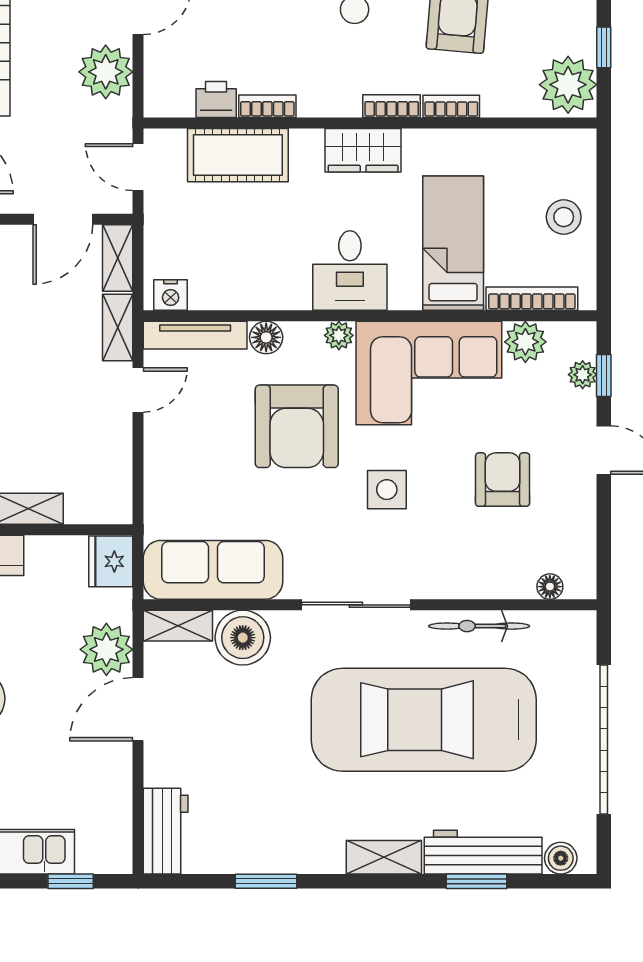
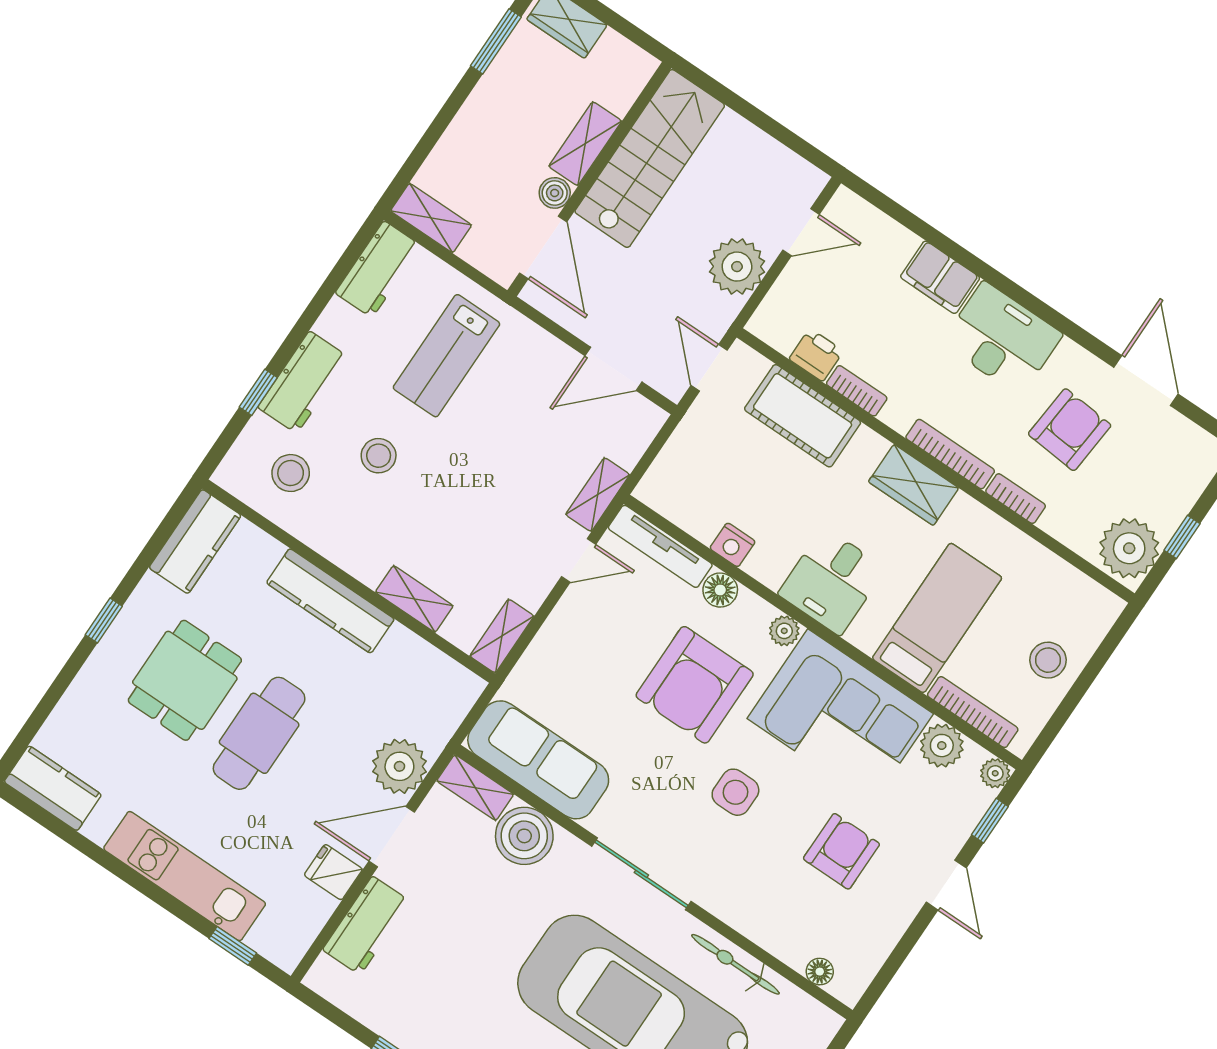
bookcase: (392, 106) -> (950, 454), width x1.56
shelving: (118, 258) -> (502, 636), moved
nightstand: (171, 295) -> (733, 545), moved
plant: (583, 375) -> (995, 773), moved
fridge: (111, 561) -> (333, 872), moved, width x0.72
workbench: (166, 831) -> (366, 926), moved

